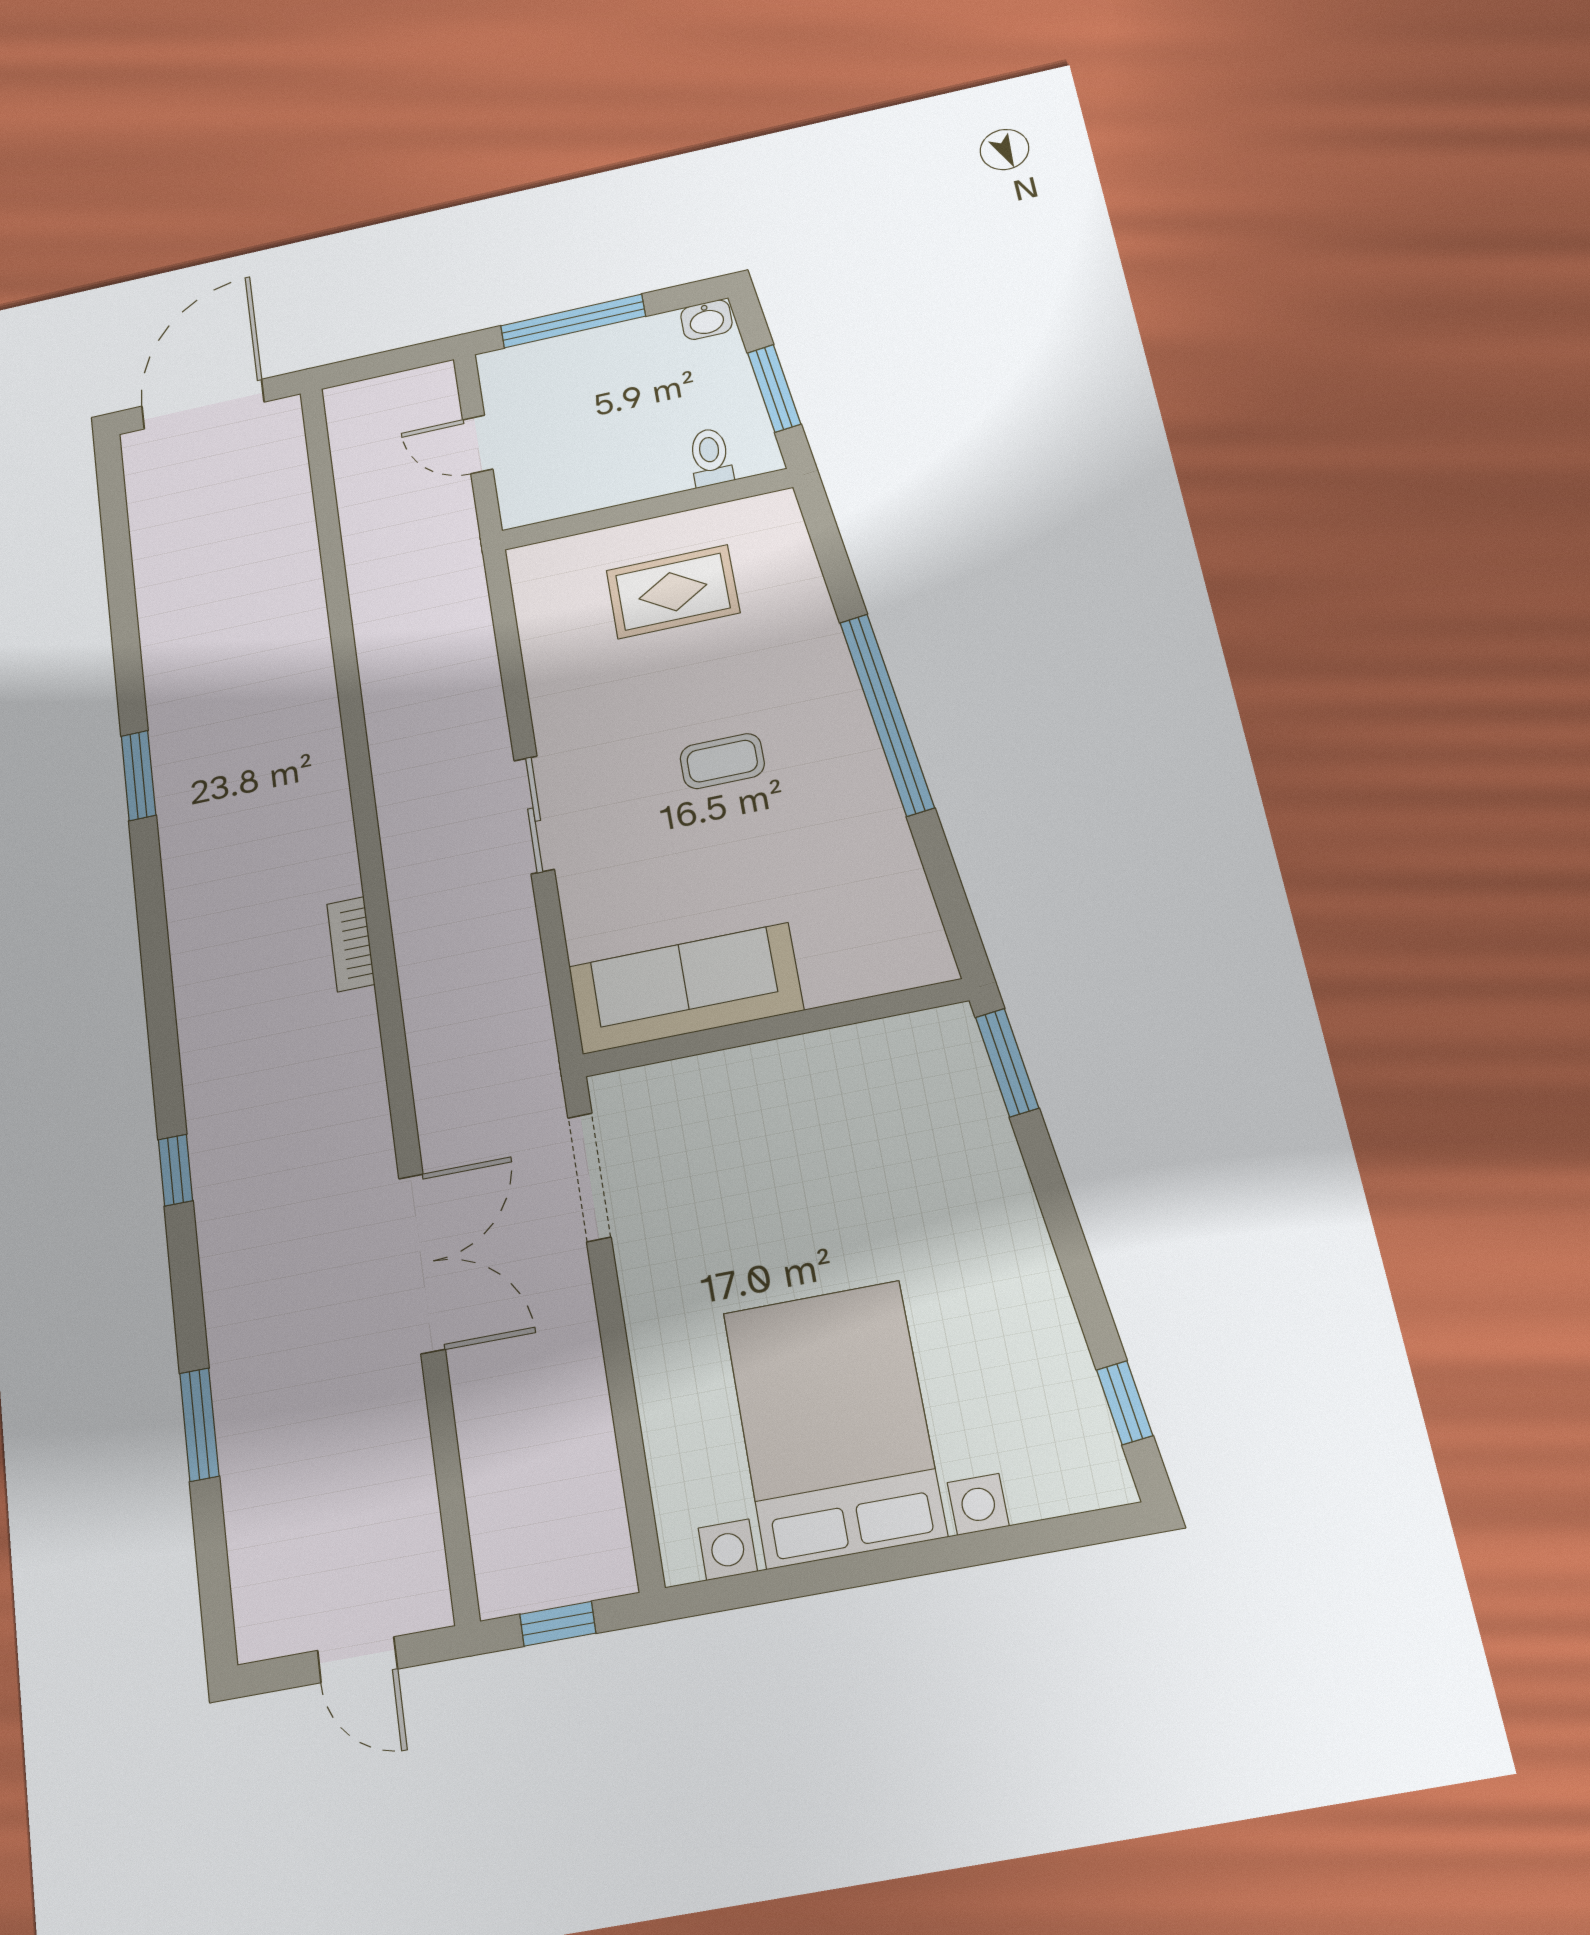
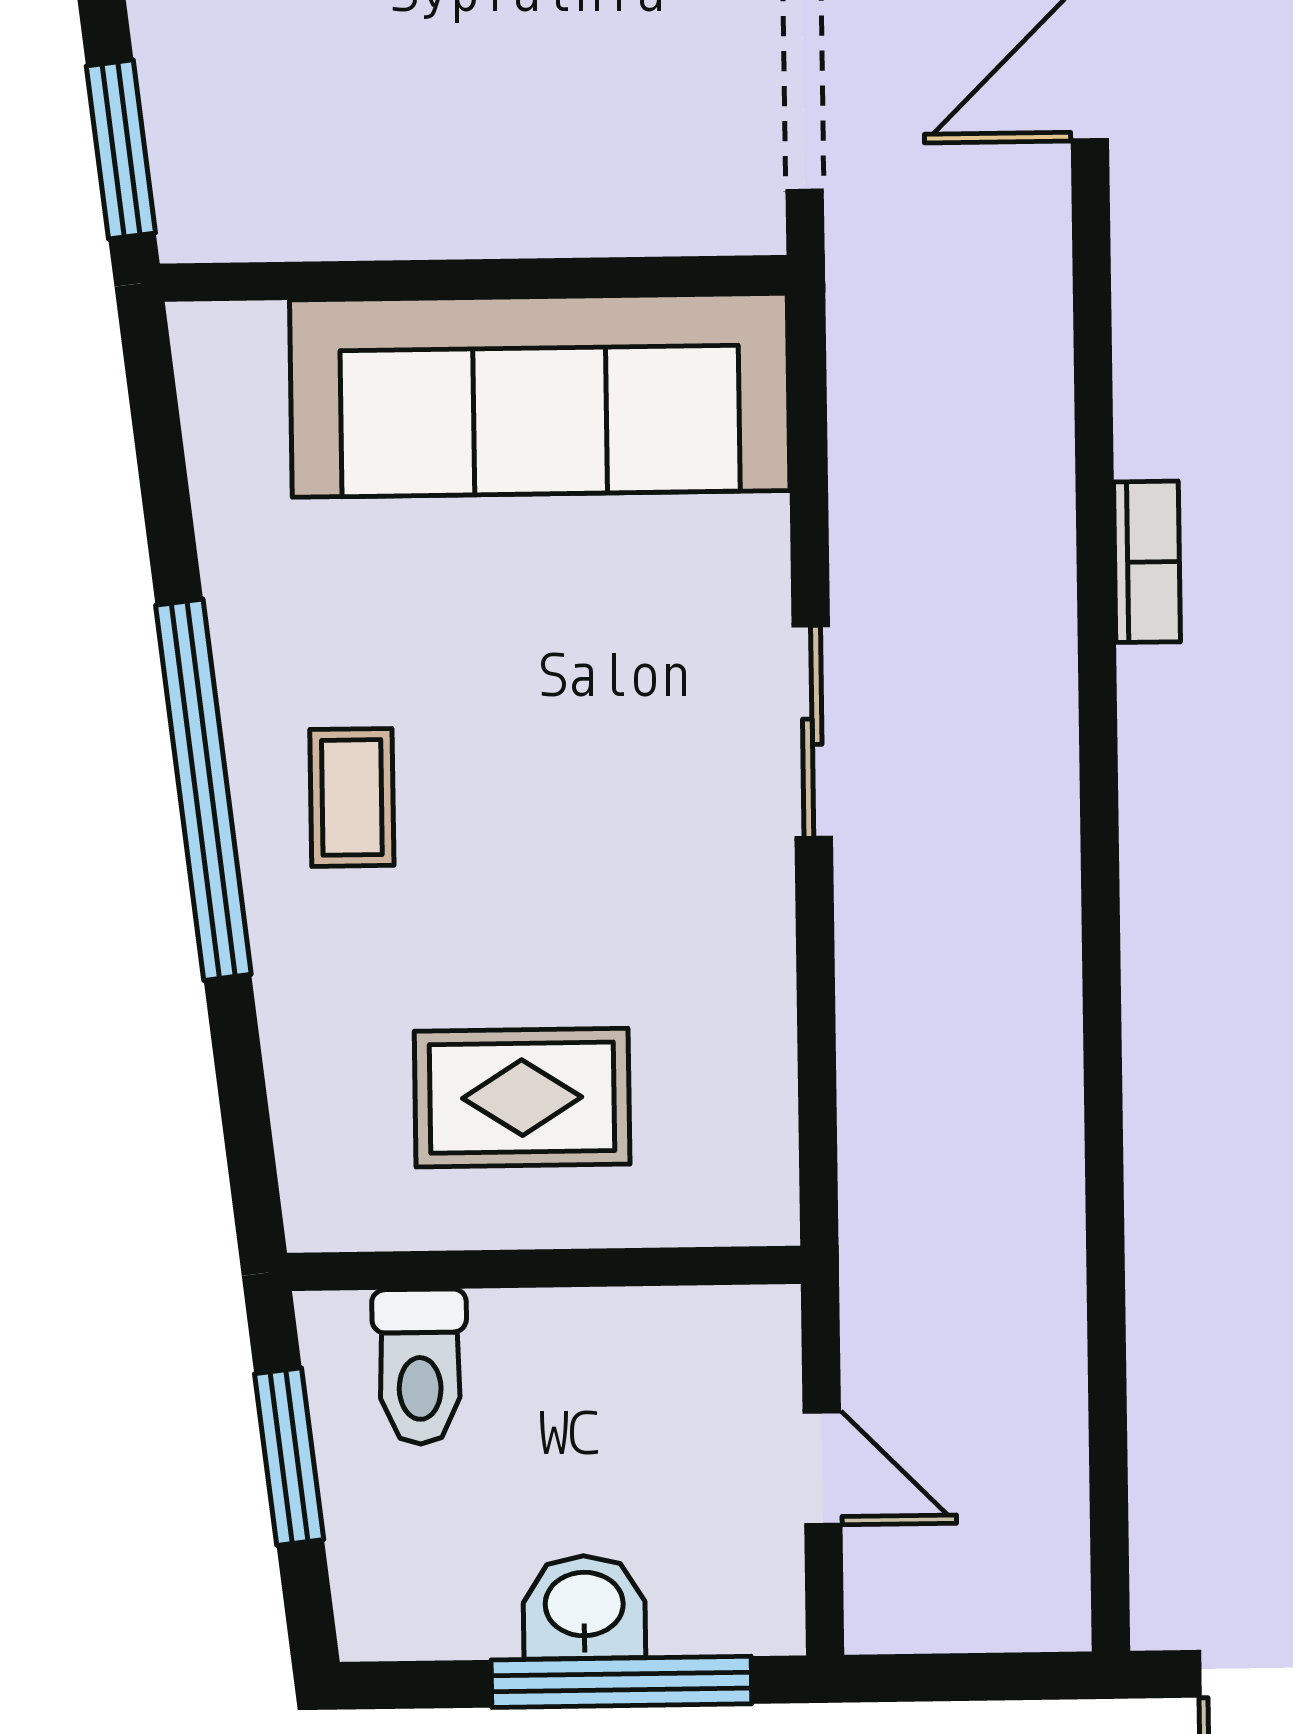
washbasin: (706, 320) -> (584, 1607), moved, width x1.38, depth x1.45
toilet: (710, 457) -> (420, 1367), width x1.37, depth x1.39
coffee table: (722, 761) -> (352, 797), moved, turned 90
sofa: (685, 988) -> (540, 395), width x1.36, depth x1.27

